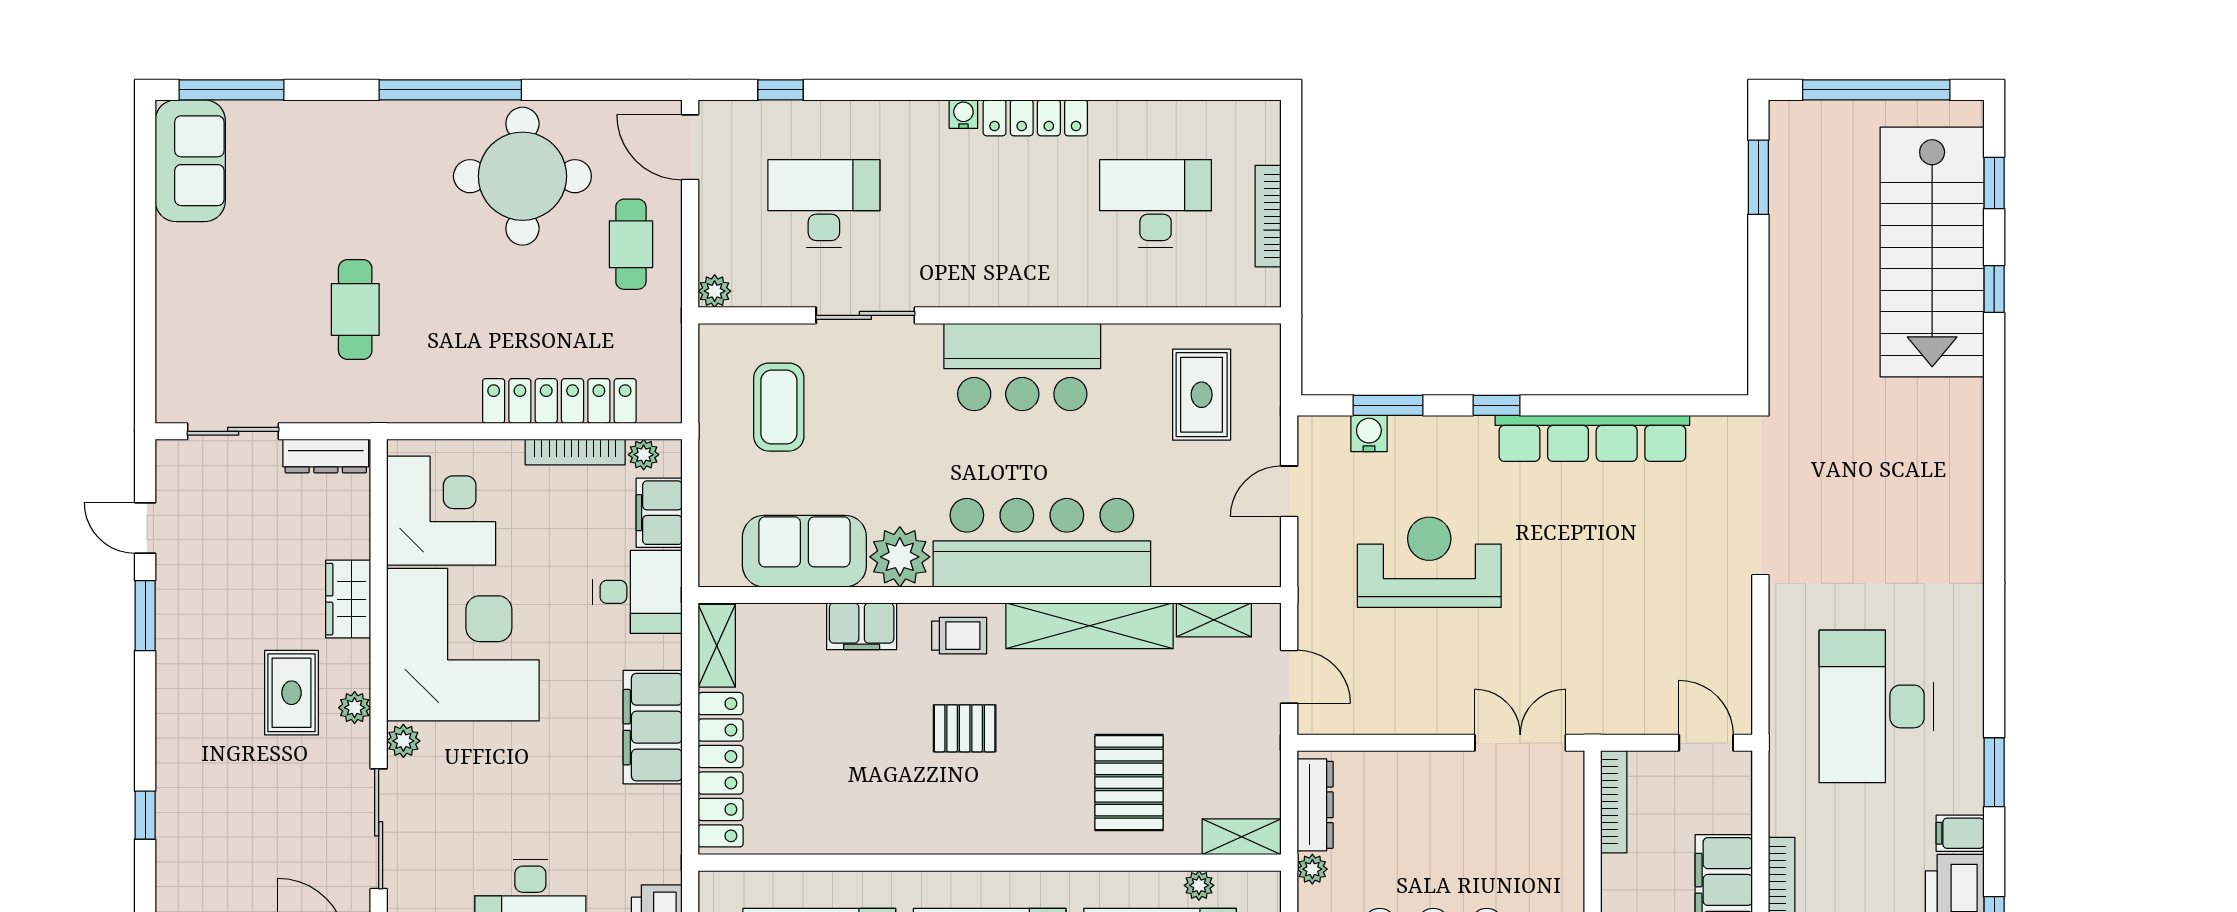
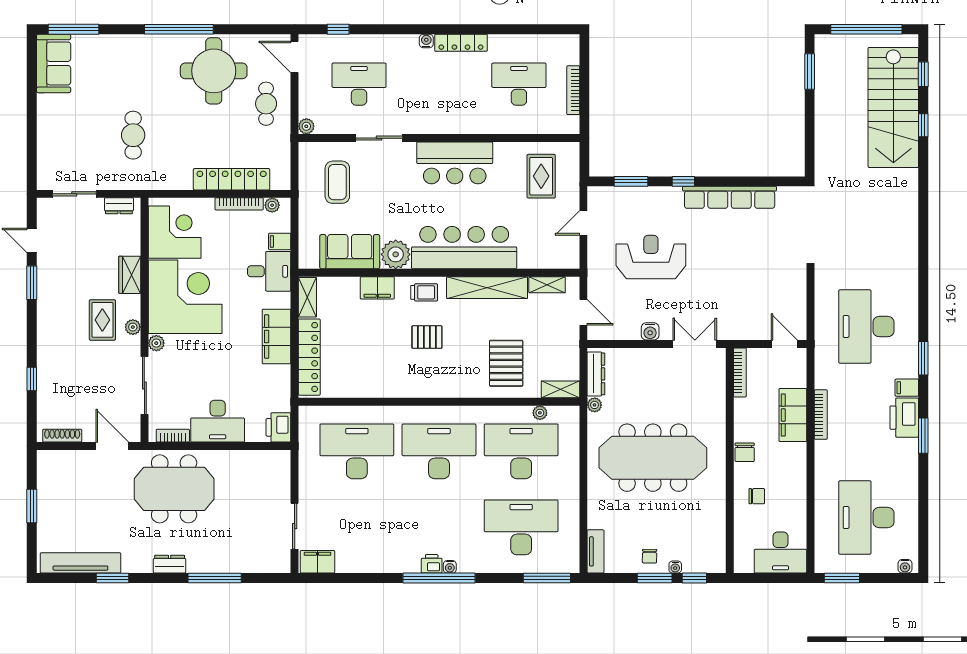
water cooler: (1369, 433) -> (650, 331), moved, turned 180
dresser: (326, 456) -> (119, 206), width x0.70
filing cabinet: (659, 513) -> (280, 241), width x0.50

